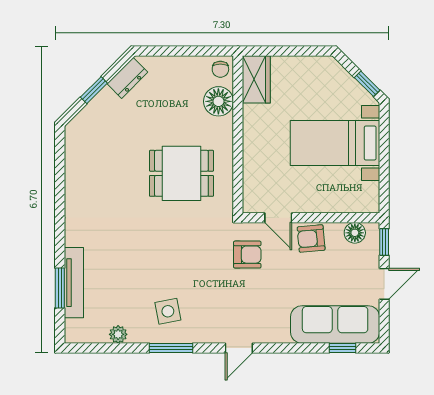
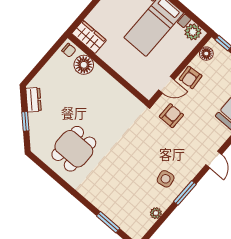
dining table: (181, 173) -> (74, 149), moved
plant: (367, 195) -> (193, 32), added
tv unit: (74, 283) -> (112, 213), removed

